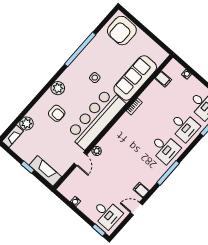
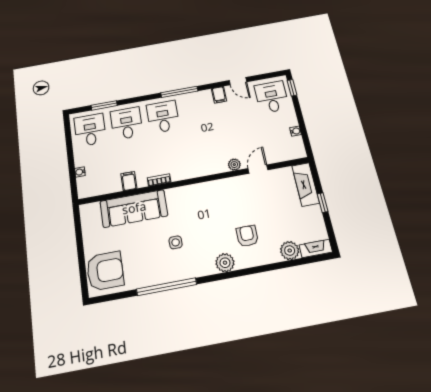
filing cabinet: (163, 79) -> (129, 181), moved
bar counter: (96, 119) -> (209, 198), removed

